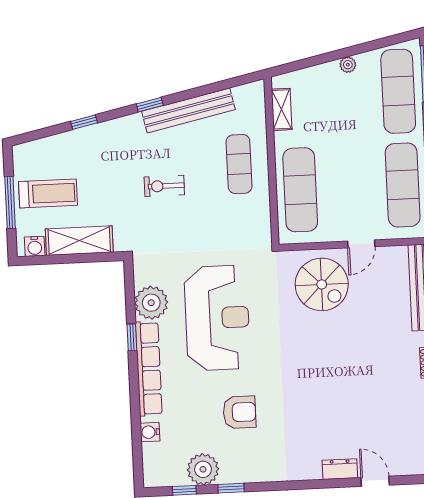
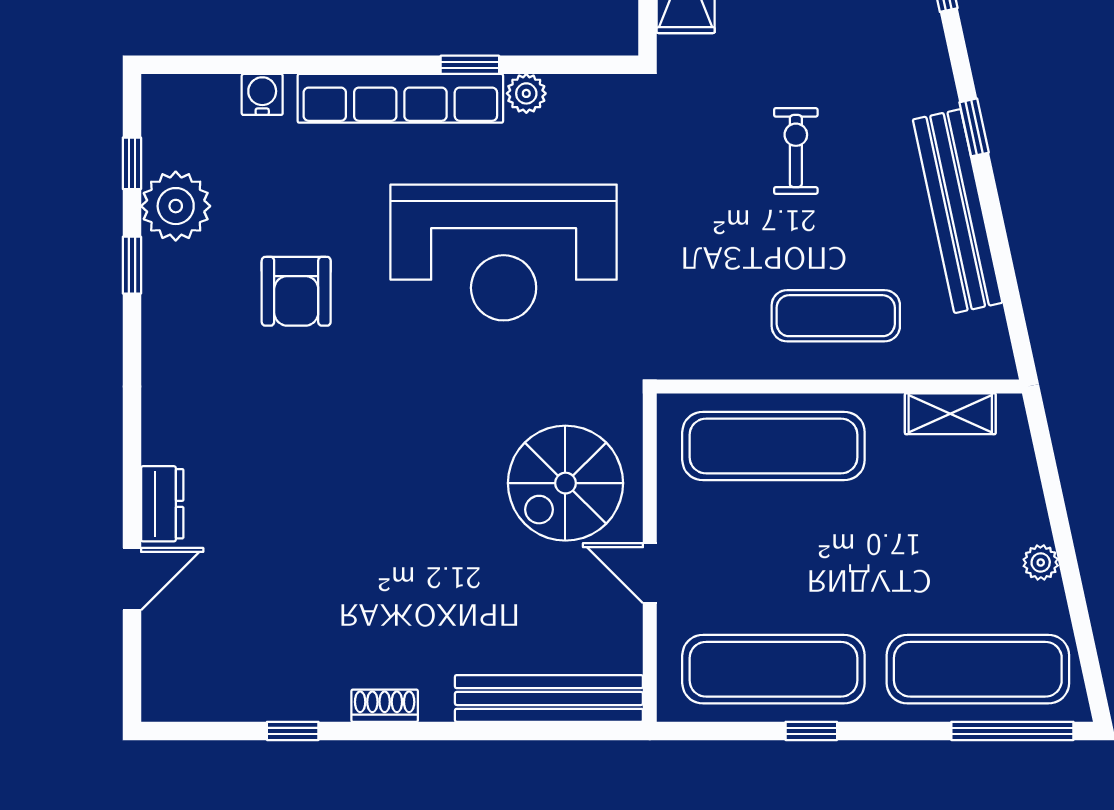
plant: (151, 303) -> (526, 93), width x0.53, depth x0.53

